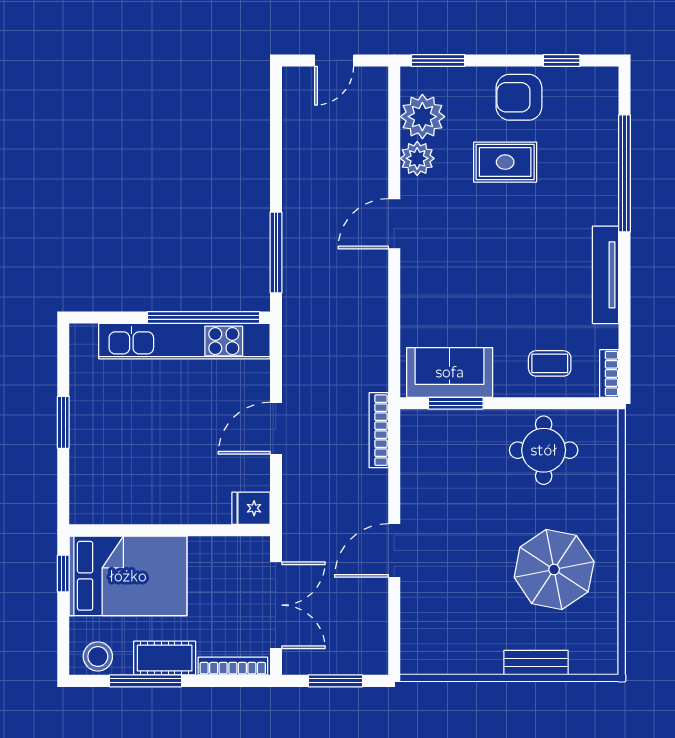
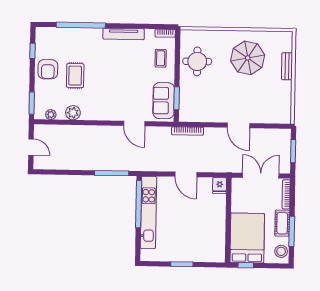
plant: (422, 117) -> (51, 115), width x0.53, depth x0.53
door: (394, 224) -> (134, 124), moved

